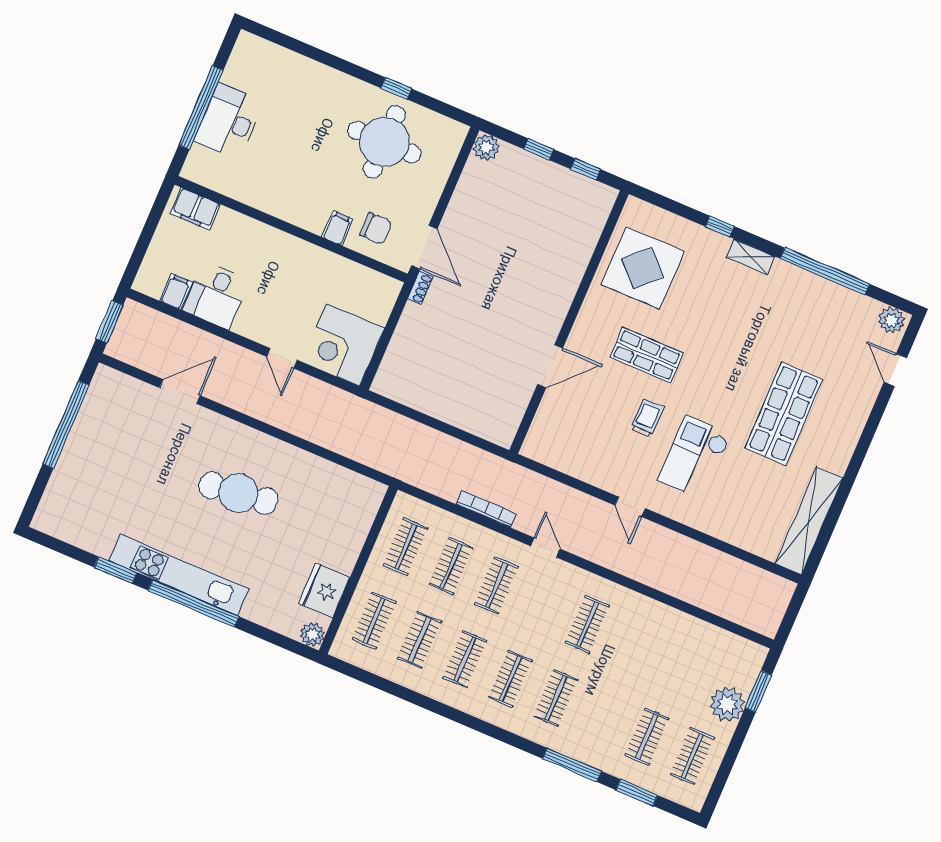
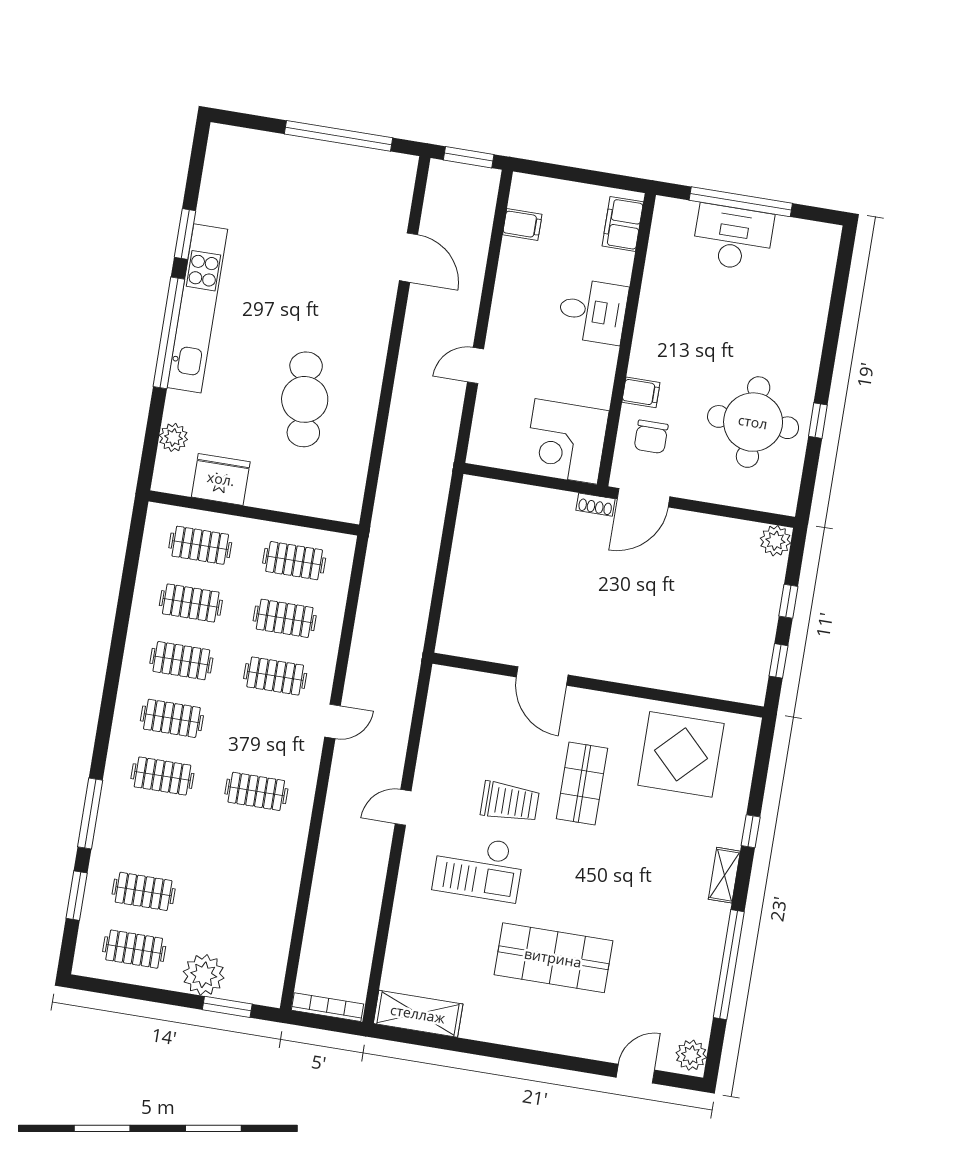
desk: (216, 295) -> (593, 311), moved, turned 180
corner desk: (343, 345) -> (566, 441), moved, turned -90
trolley: (647, 418) -> (510, 802), width x1.36, depth x1.39
checkout: (694, 457) -> (478, 867), turned 180
cafe table: (238, 493) -> (305, 399), moved
bookcase: (486, 509) -> (327, 1007), moved, turned -90
shelving: (809, 521) -> (418, 1014), width x0.68
plant: (312, 635) -> (173, 437), moved

